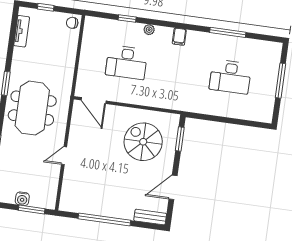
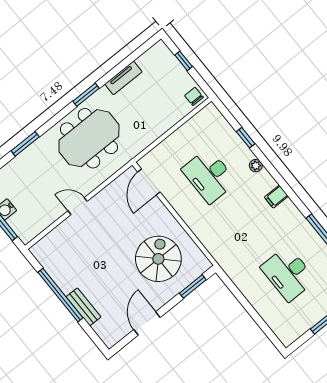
tv unit: (22, 31) -> (123, 78), moved
door: (173, 187) -> (147, 323), hinge flipped
bench: (150, 217) -> (84, 307), moved

